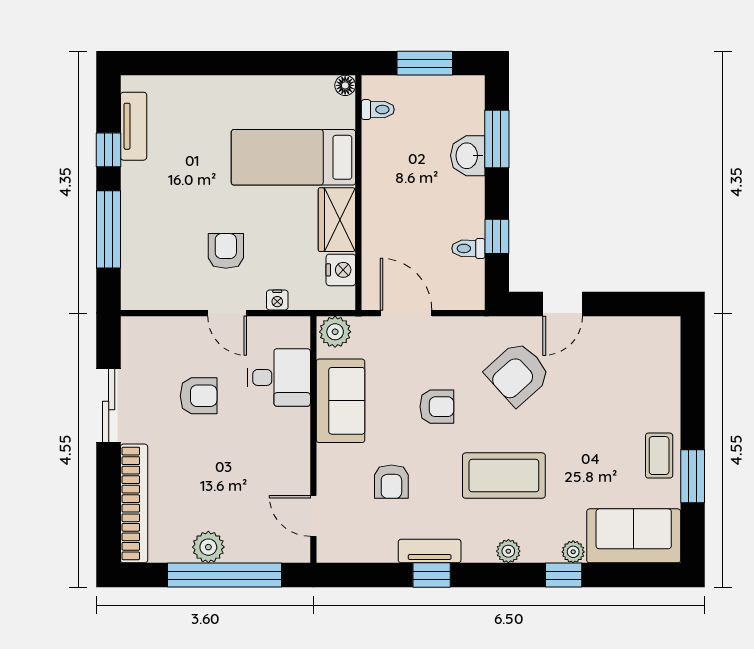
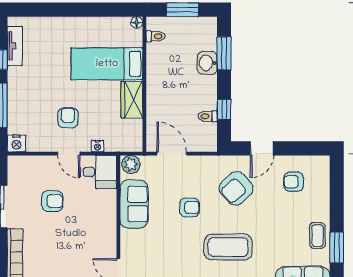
nightstand: (341, 270) -> (16, 143), moved, turned 90
desk: (279, 377) -> (99, 172), moved
armchair: (391, 482) -> (294, 182), moved, turned 90

